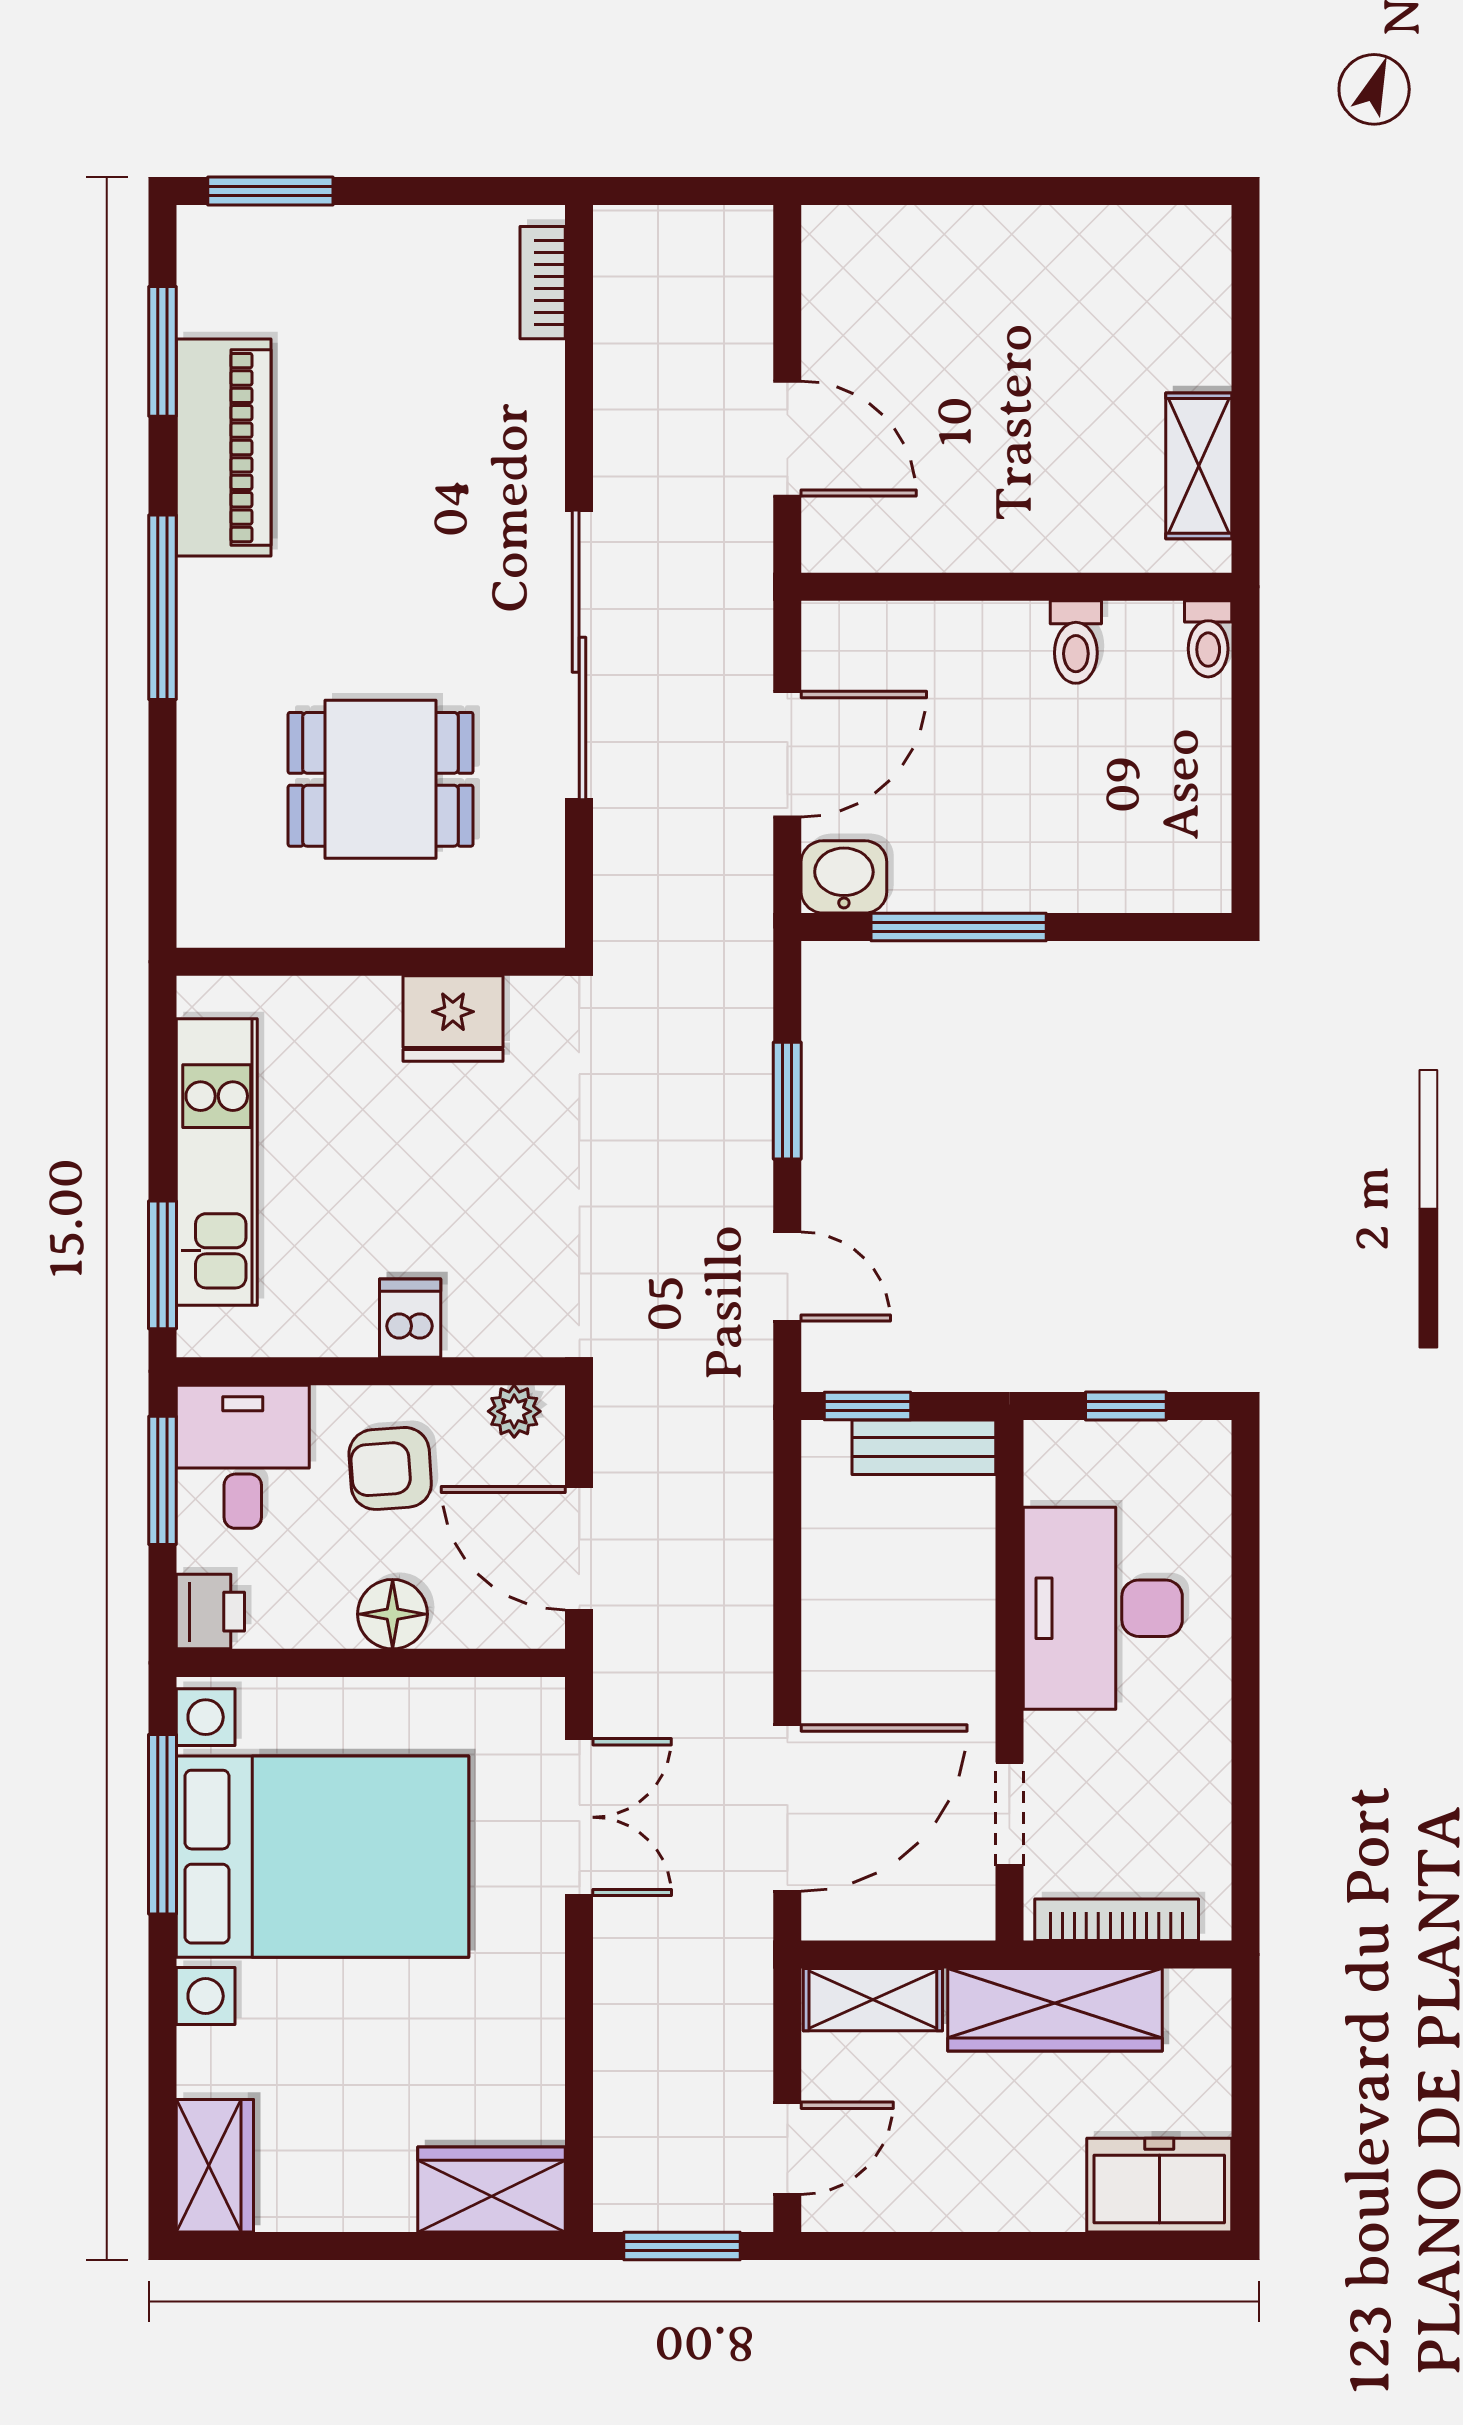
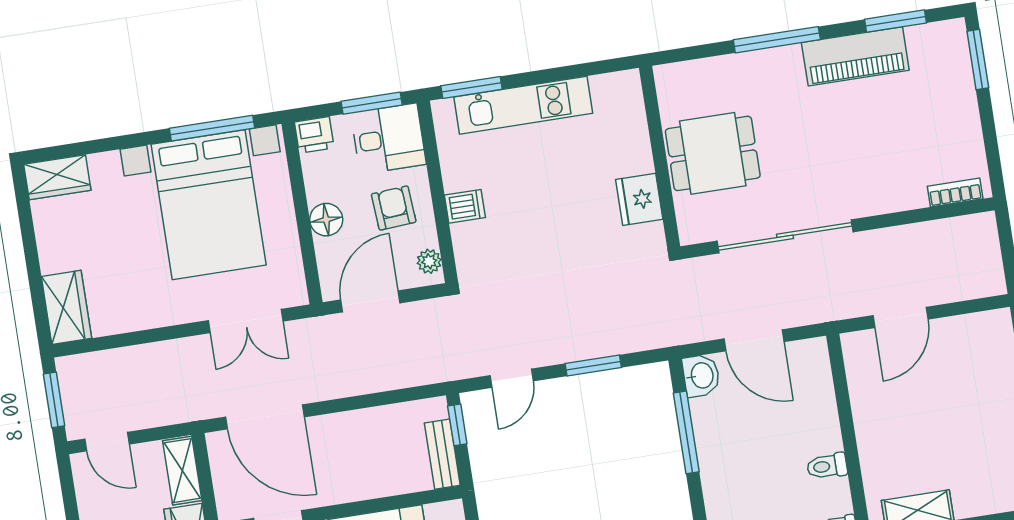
dining table: (381, 779) -> (713, 153), turned 90
wall: (371, 962) -> (660, 157), moved
fridge: (453, 1019) -> (639, 199), moved

